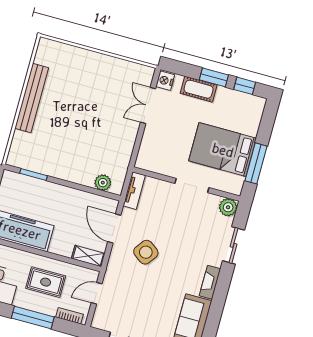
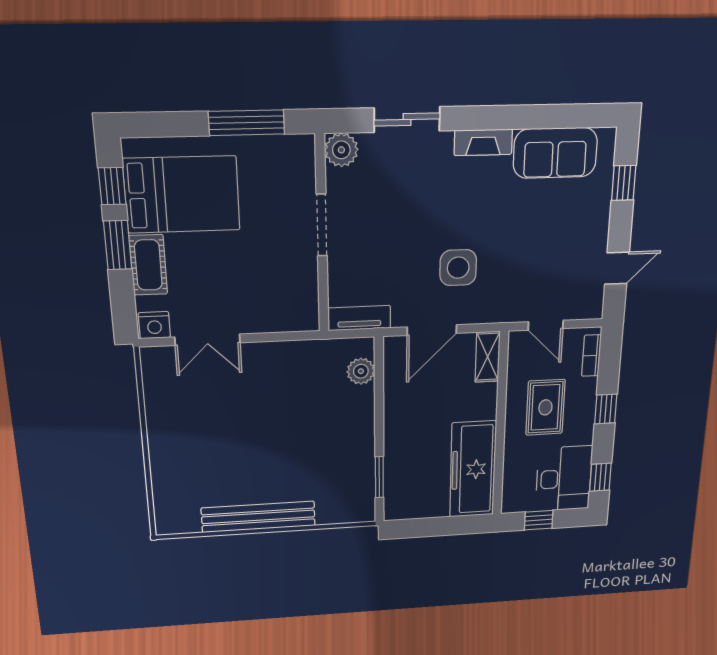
bed: (223, 150) -> (182, 195), moved, turned -90
side table: (146, 252) -> (458, 268), turned -37
window: (33, 318) -> (606, 409), width x0.46

